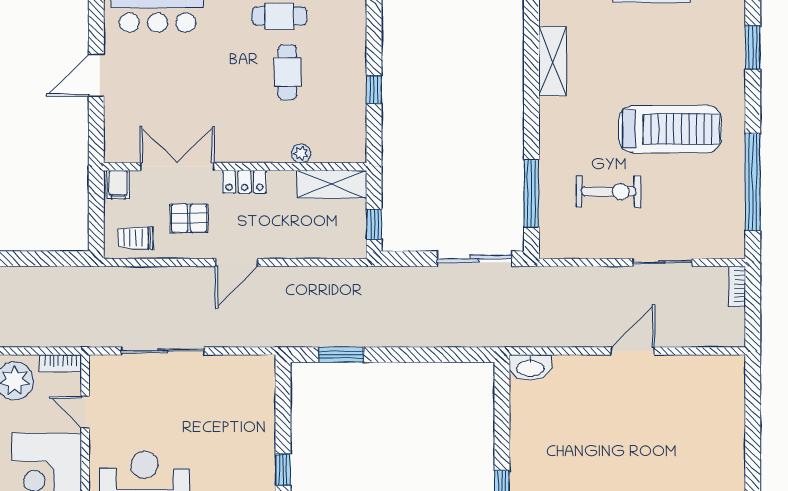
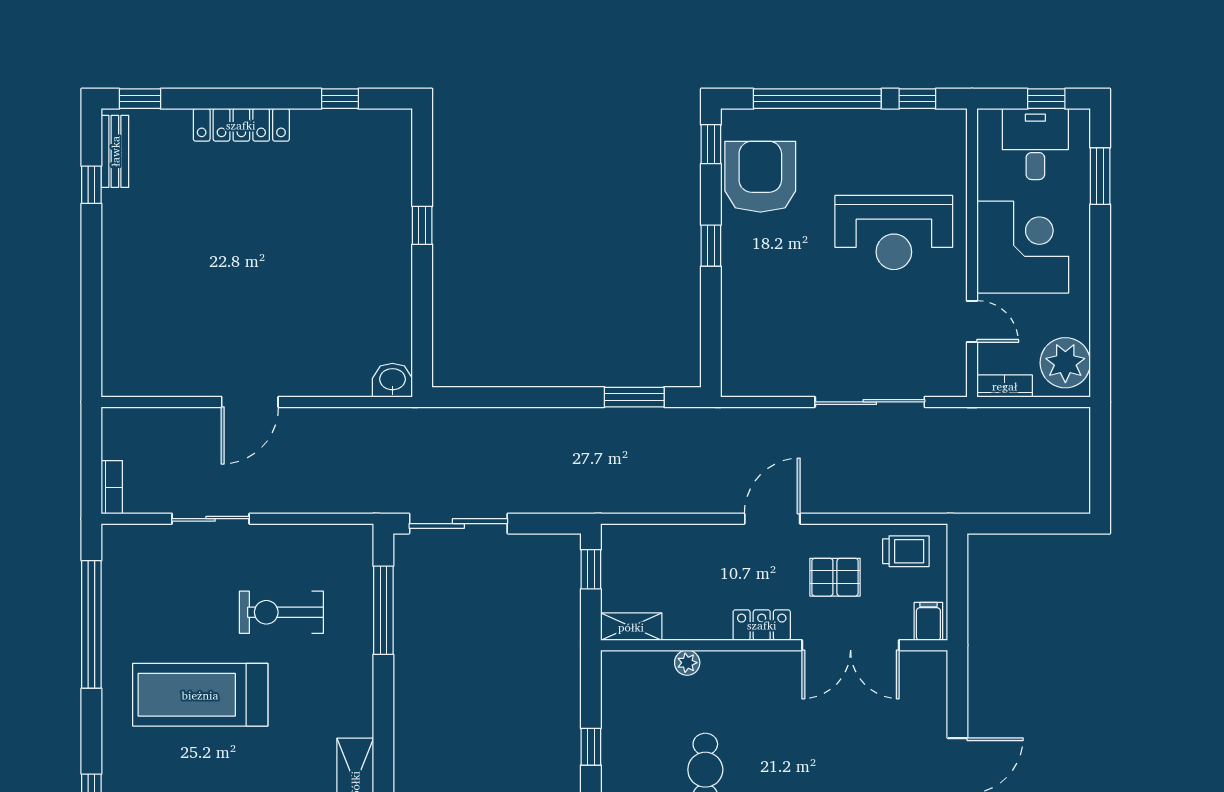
shelving: (332, 184) -> (631, 627), width x0.67, depth x0.75
washbasin: (530, 368) -> (392, 380), width x0.72

